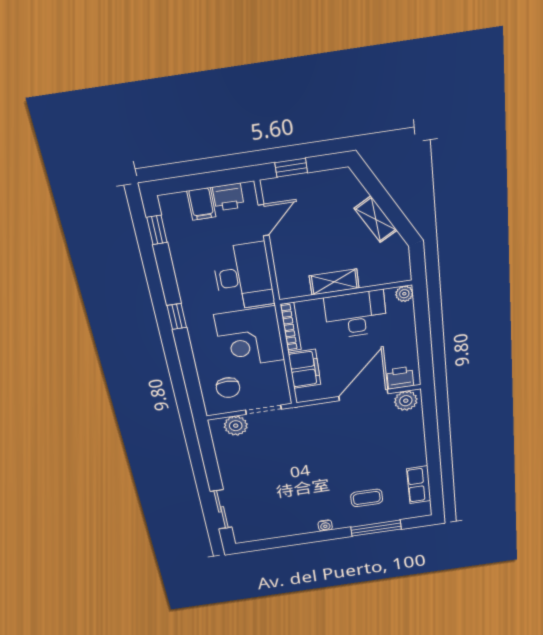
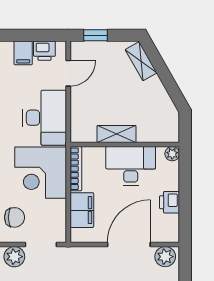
shelving: (376, 219) -> (141, 61), moved
printer: (400, 378) -> (170, 202), moved, turned -90
chair: (228, 388) -> (15, 217), turned -90

